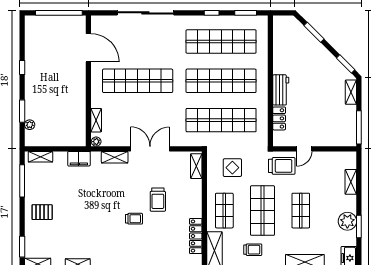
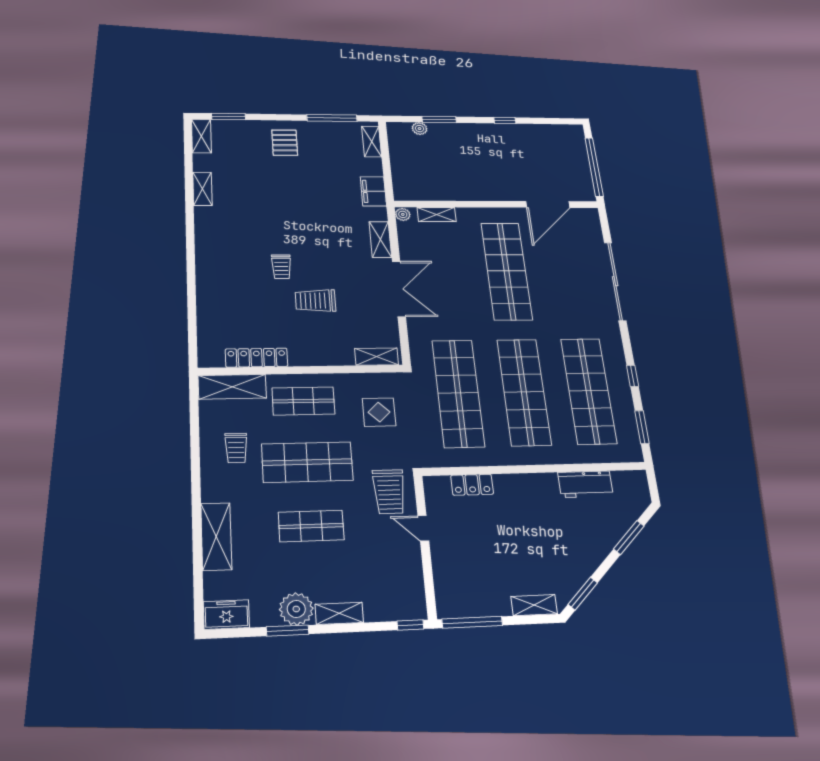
workbench: (281, 90) -> (585, 484), moved
window: (359, 161) -> (410, 625), added
shelving: (351, 182) -> (339, 613), moved

